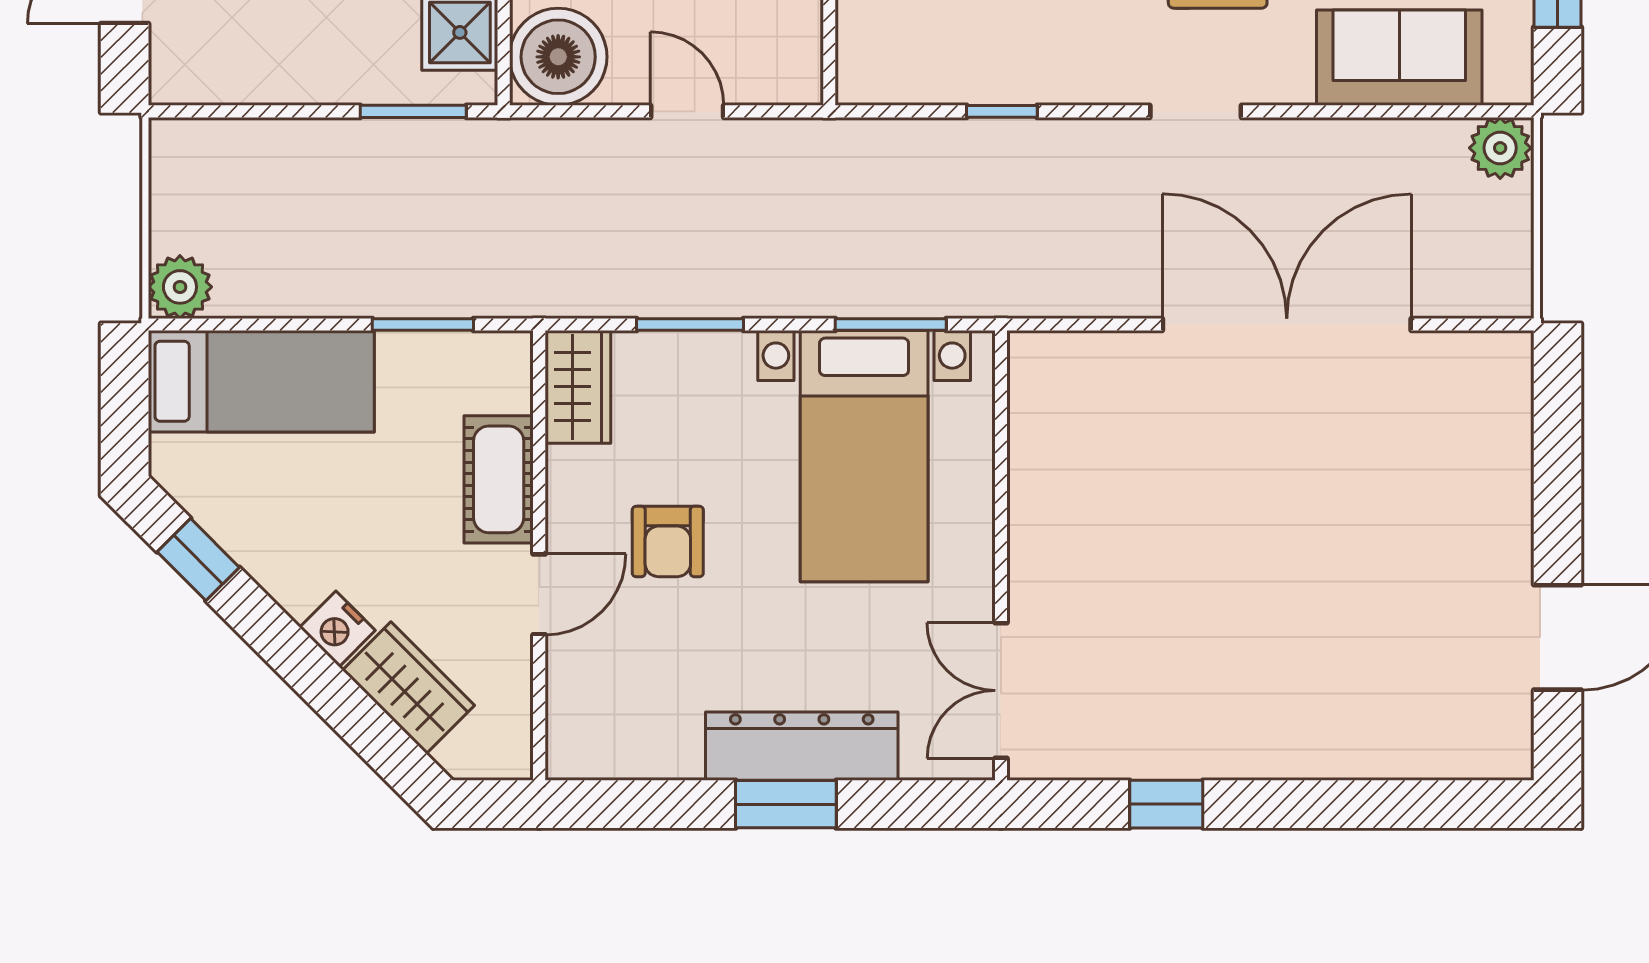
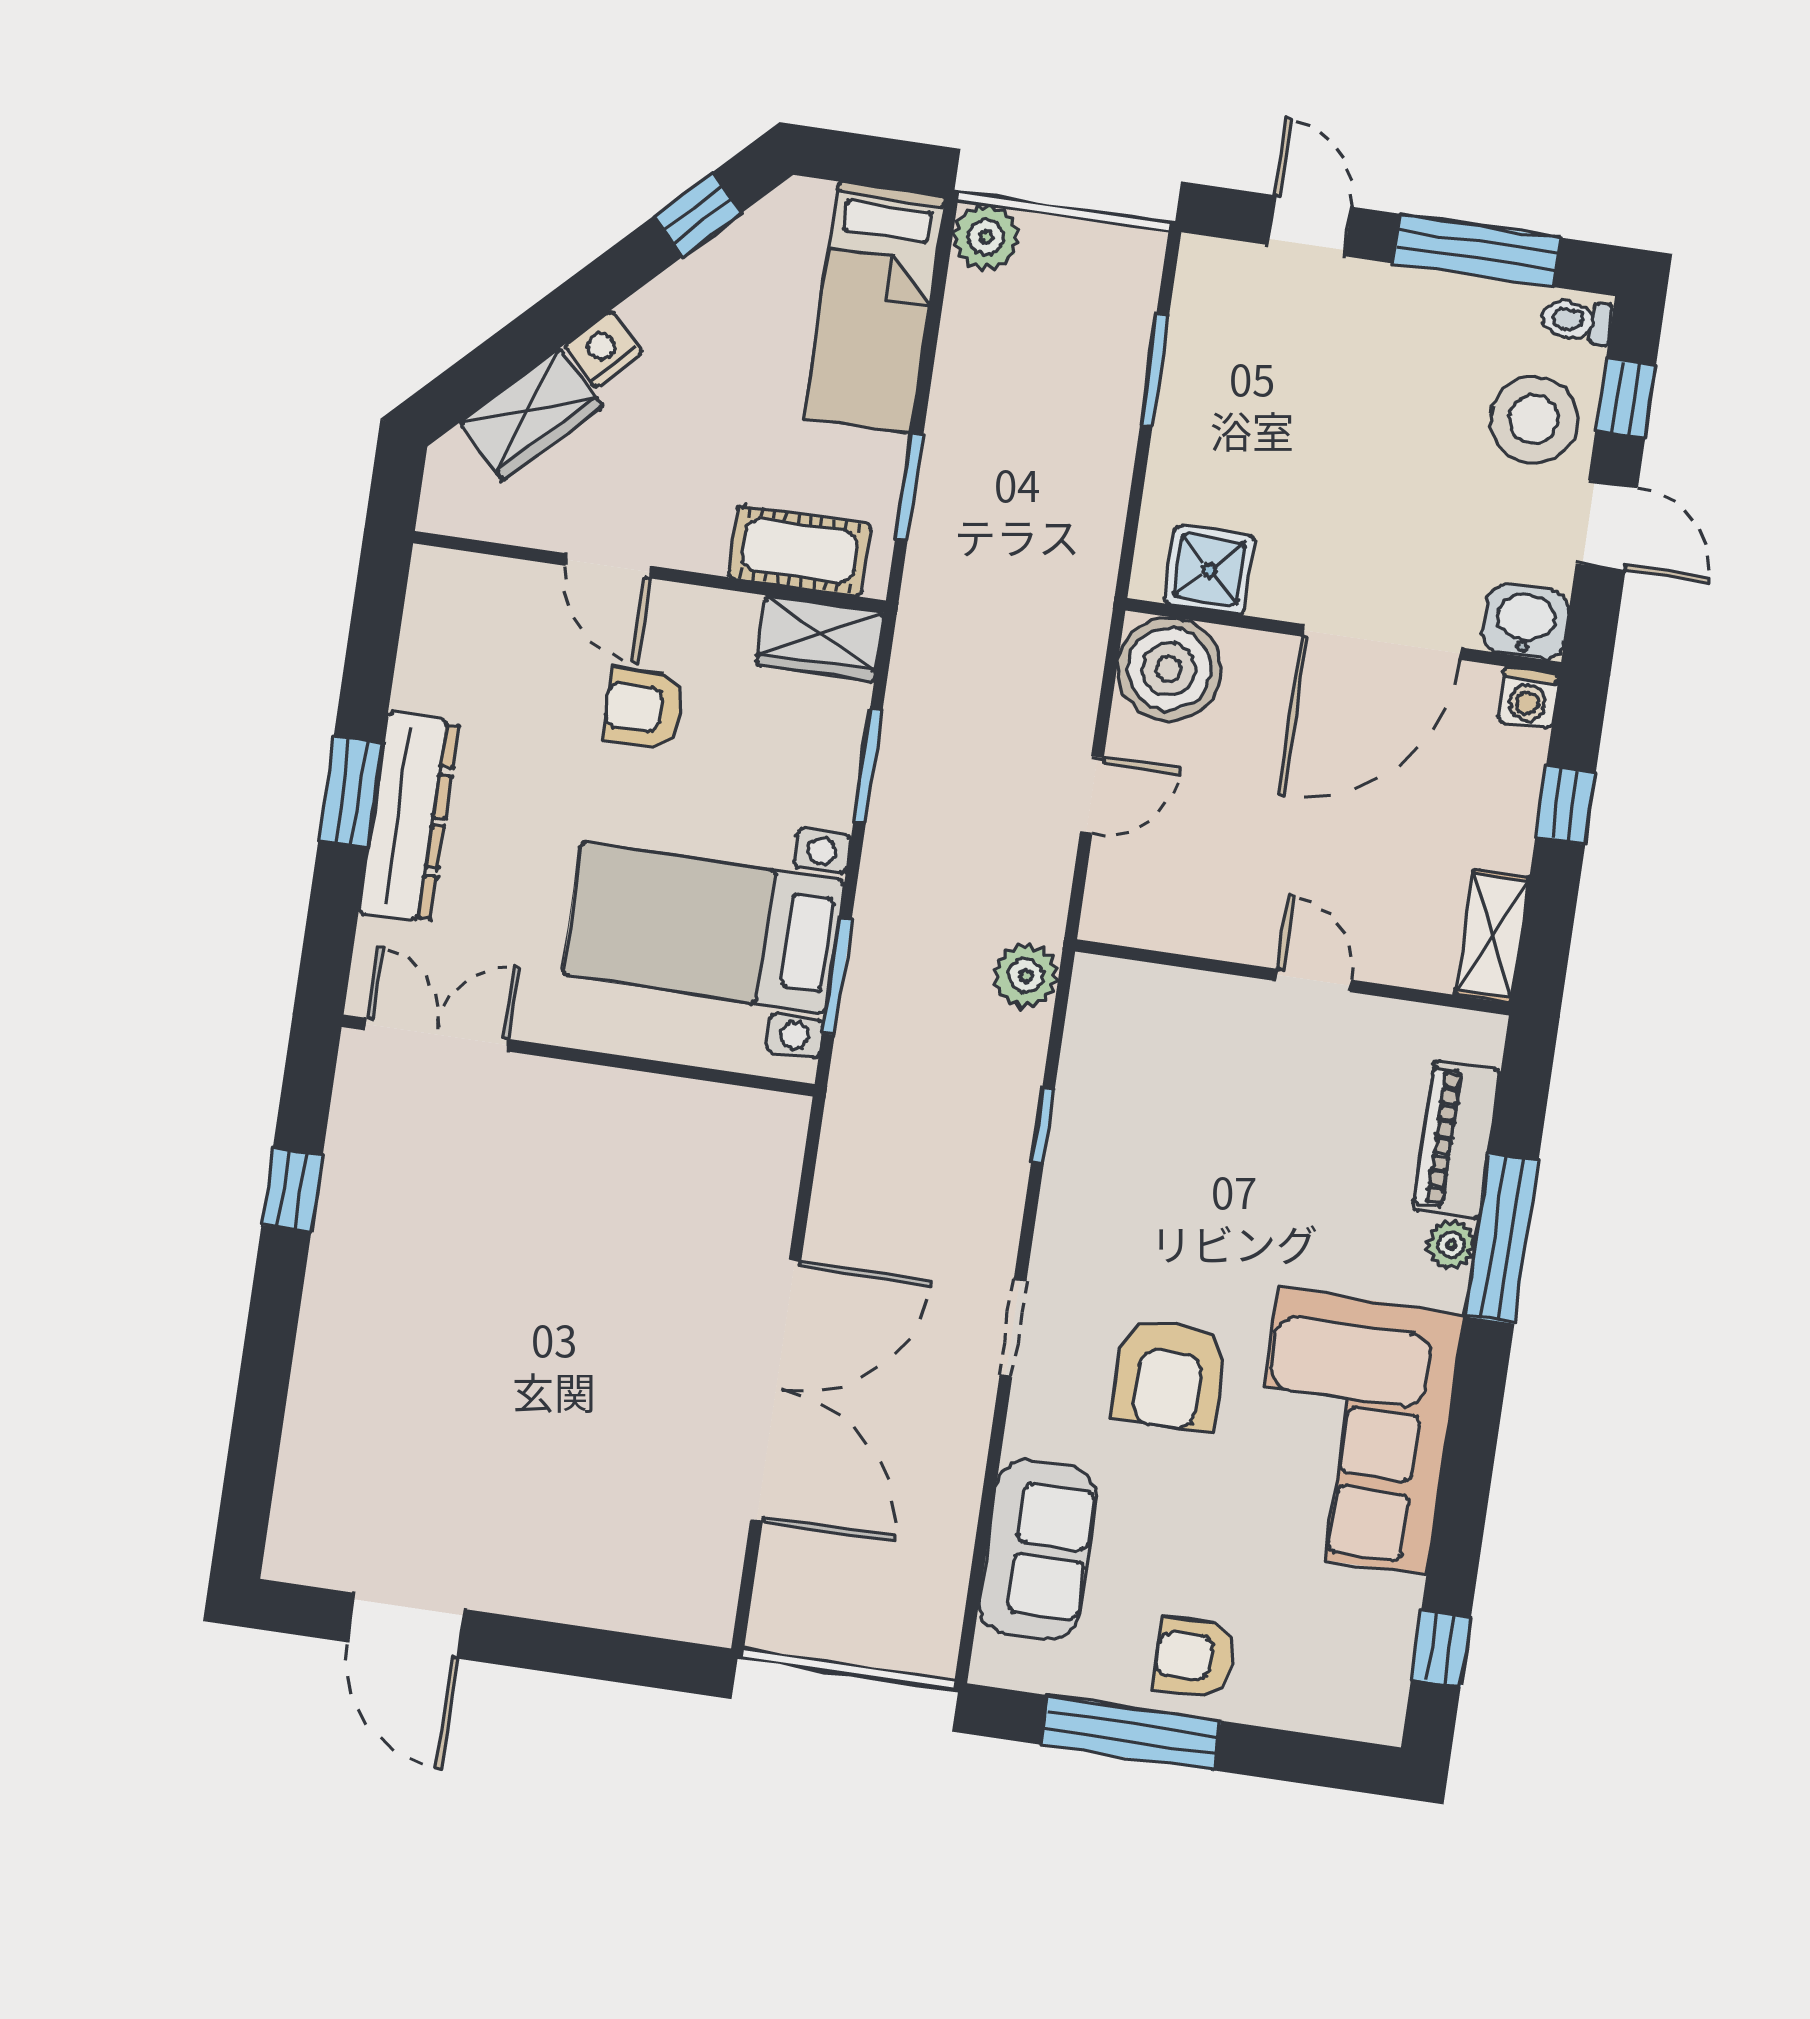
window: (413, 111) -> (1154, 370), moved
plant: (1500, 148) -> (1026, 976), moved
cot: (499, 479) -> (800, 551), moved

